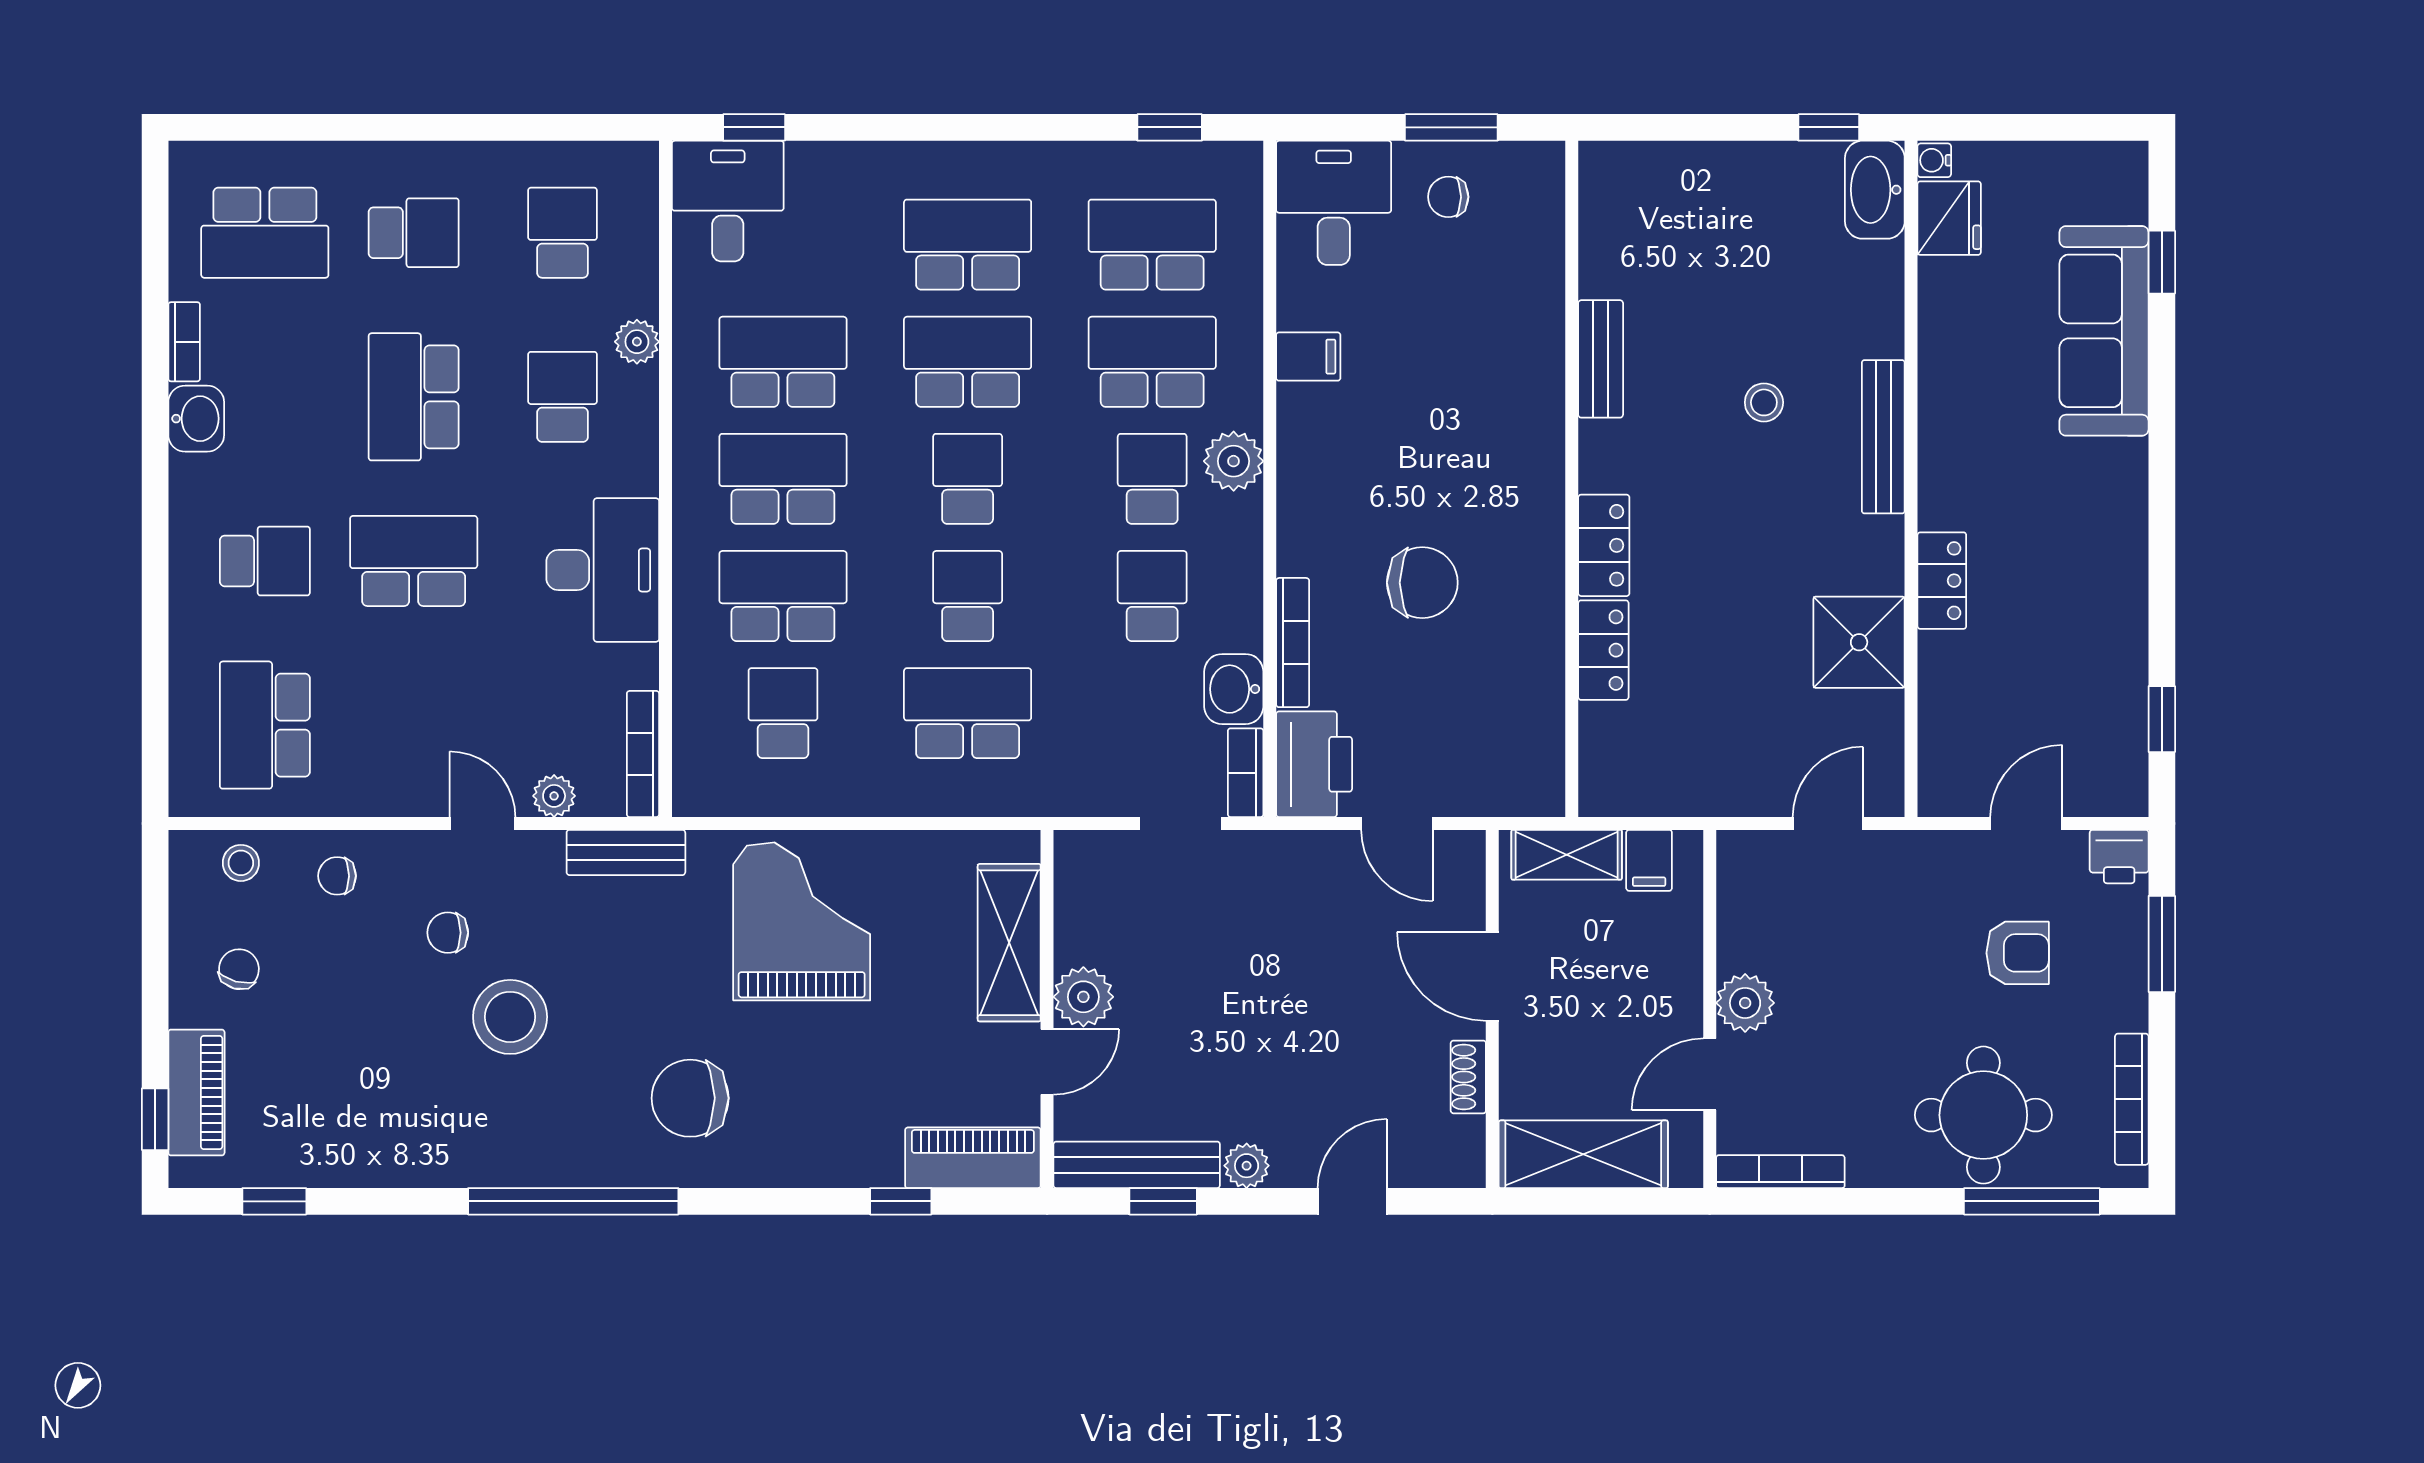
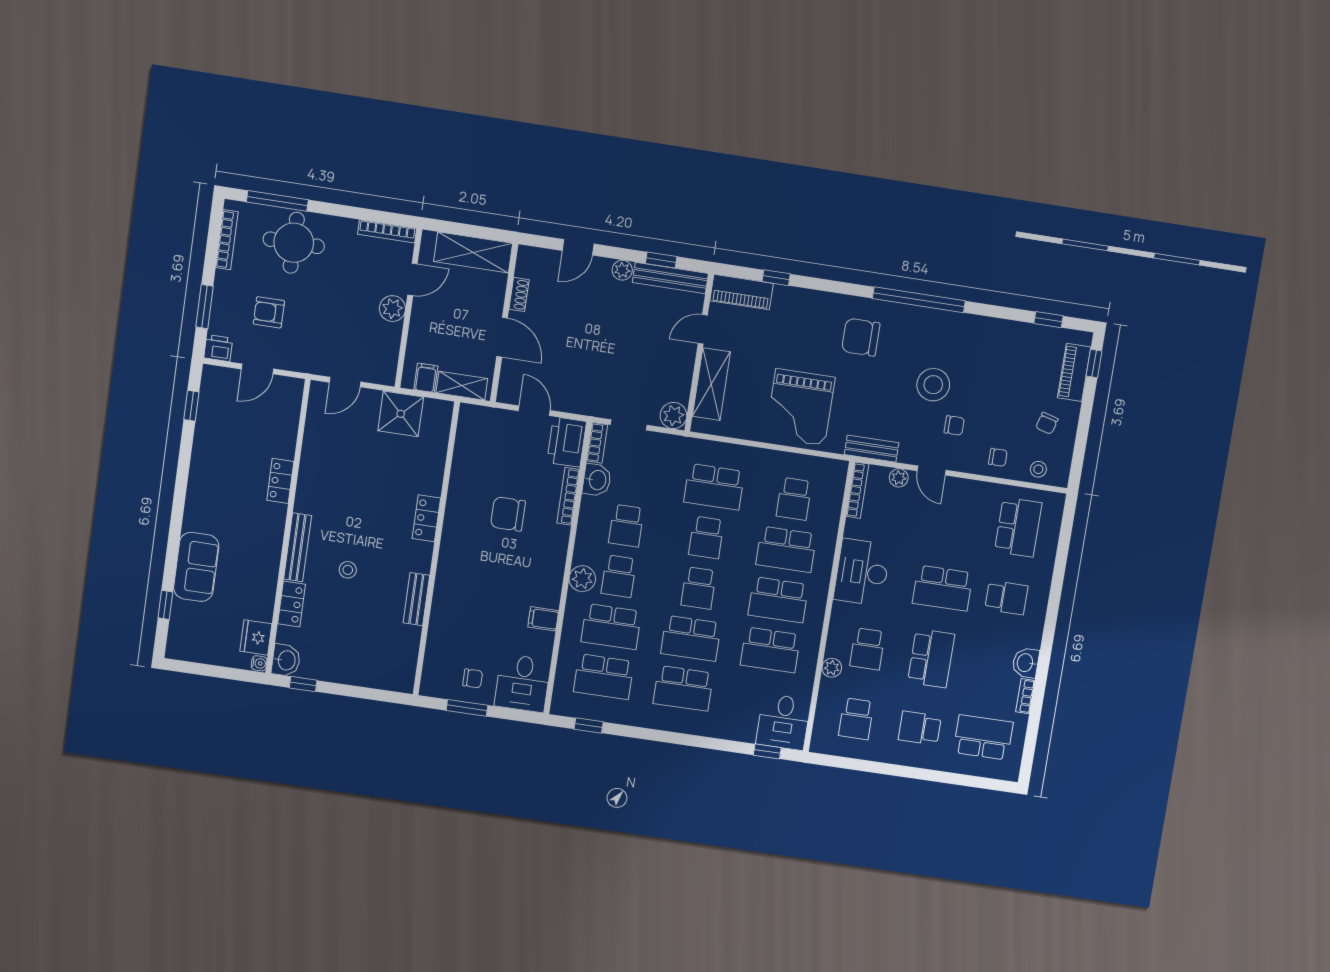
washbasin: (1875, 190) -> (286, 660), width x0.72
sofa: (2104, 331) -> (196, 567), width x0.73
school desk: (265, 561) -> (1006, 598), turned 180
shower: (1859, 642) -> (401, 414), moved
locker: (1603, 650) -> (291, 604), moved, turned 180
plant: (1083, 997) -> (673, 415), moved
chair: (690, 1098) -> (861, 337), turned 180

